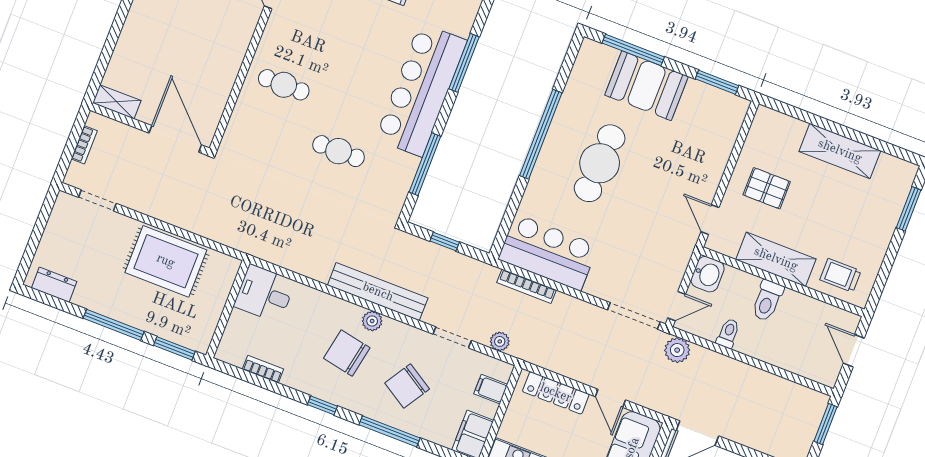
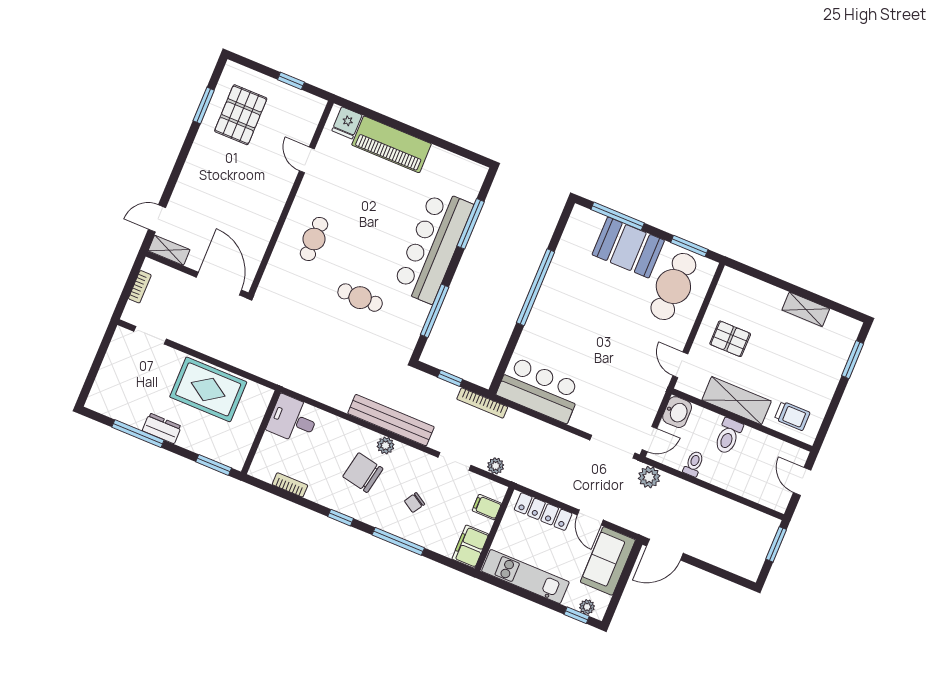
door: (102, 65) -> (157, 218), added
cafe table: (284, 85) -> (314, 239), turned 90
shelving: (840, 151) -> (806, 309), width x0.67, depth x0.75
cafe table: (600, 163) -> (673, 287), moved
trolley: (840, 275) -> (792, 416), turned 180
dresser: (54, 285) -> (162, 428), moved
bookcase: (526, 286) -> (482, 403), moved
window: (114, 325) -> (138, 434), moved
chair: (407, 386) -> (415, 503), width x0.54, depth x0.54

